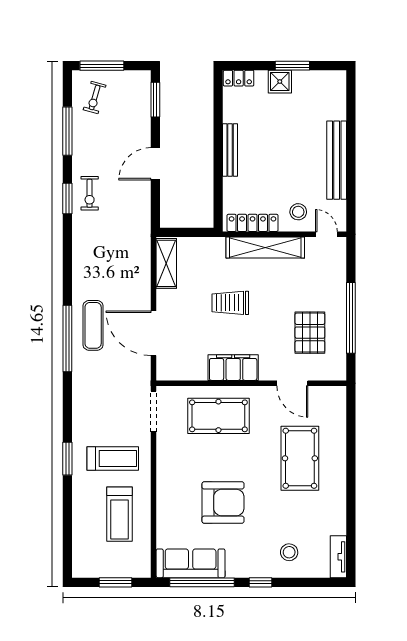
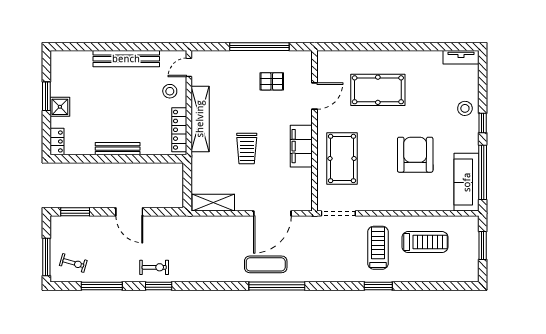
pallet: (310, 333) -> (272, 81), width x0.67, depth x0.71
stool: (289, 552) -> (465, 108), moved

